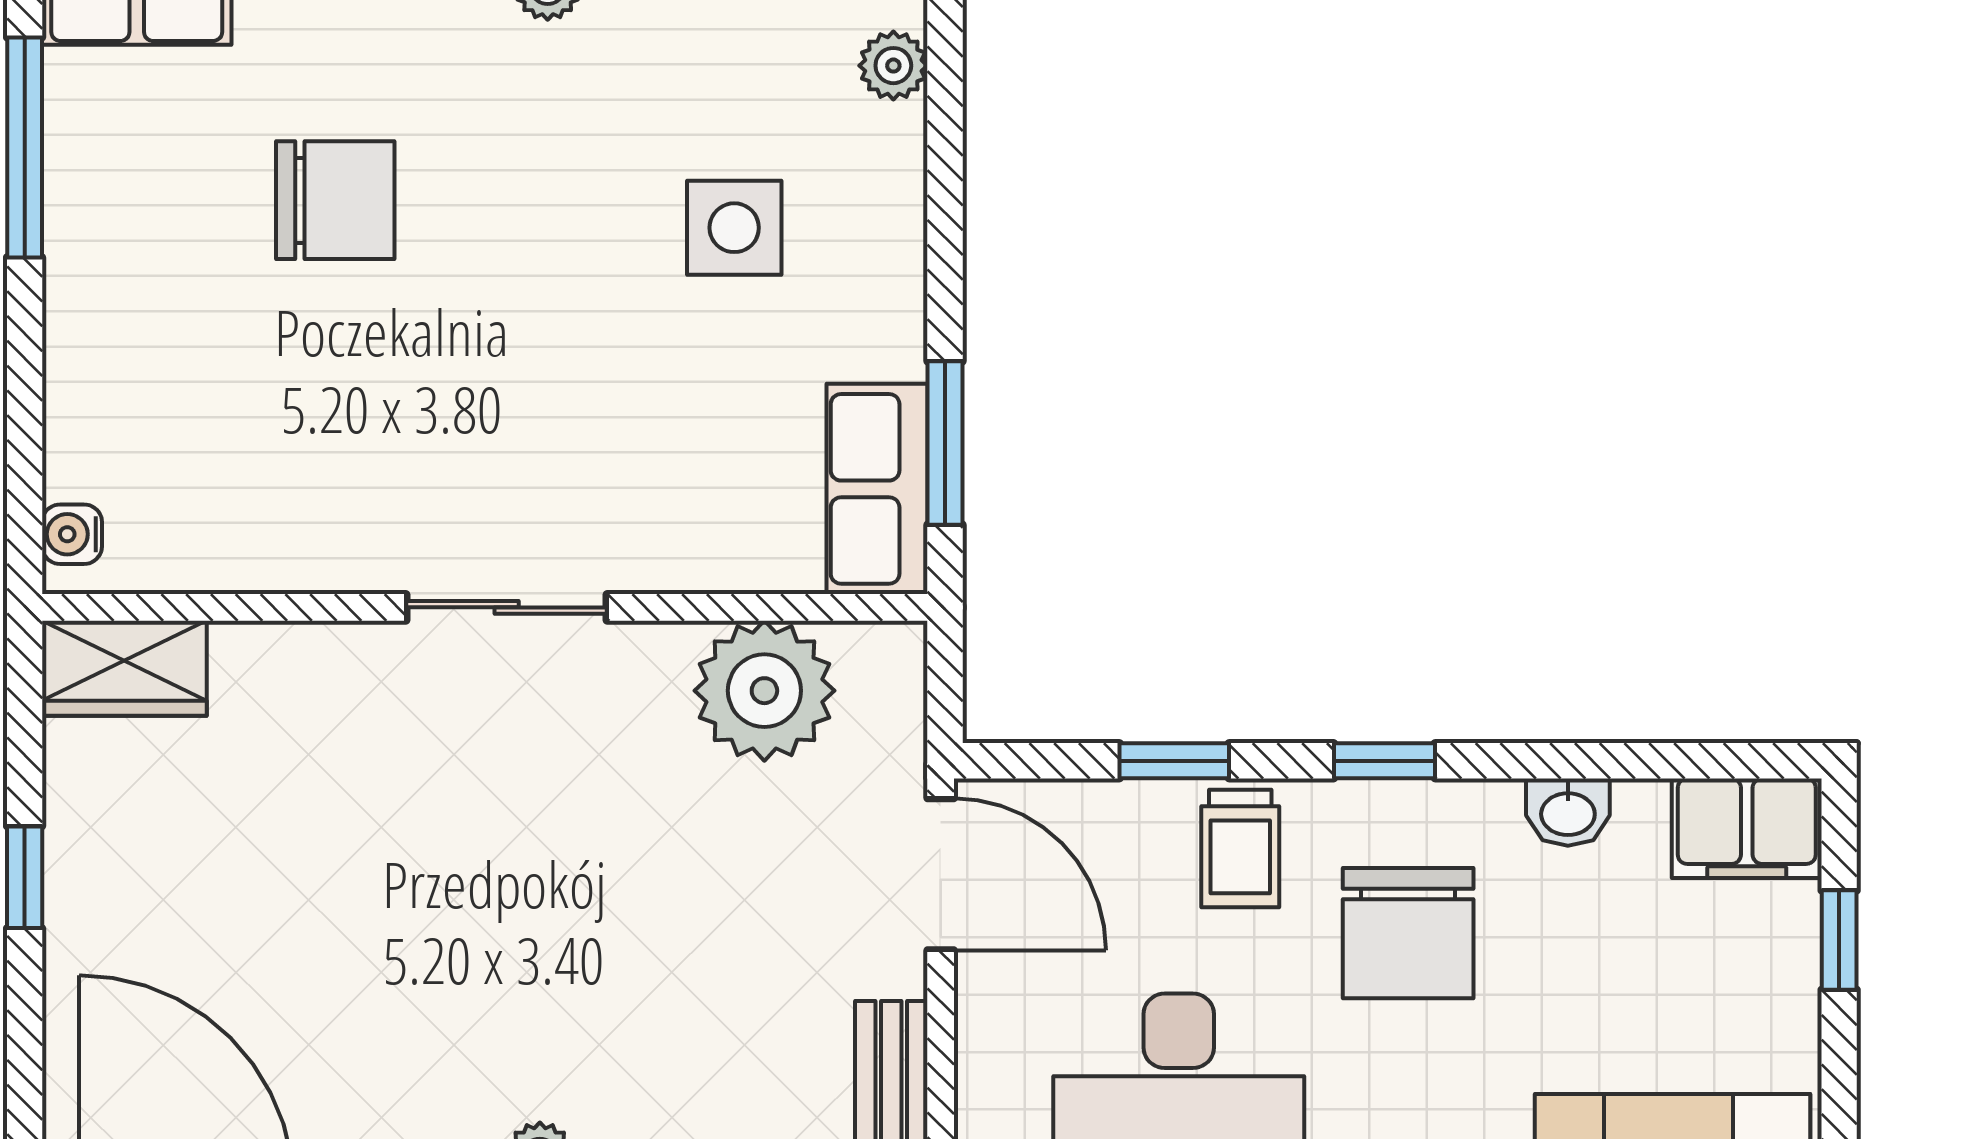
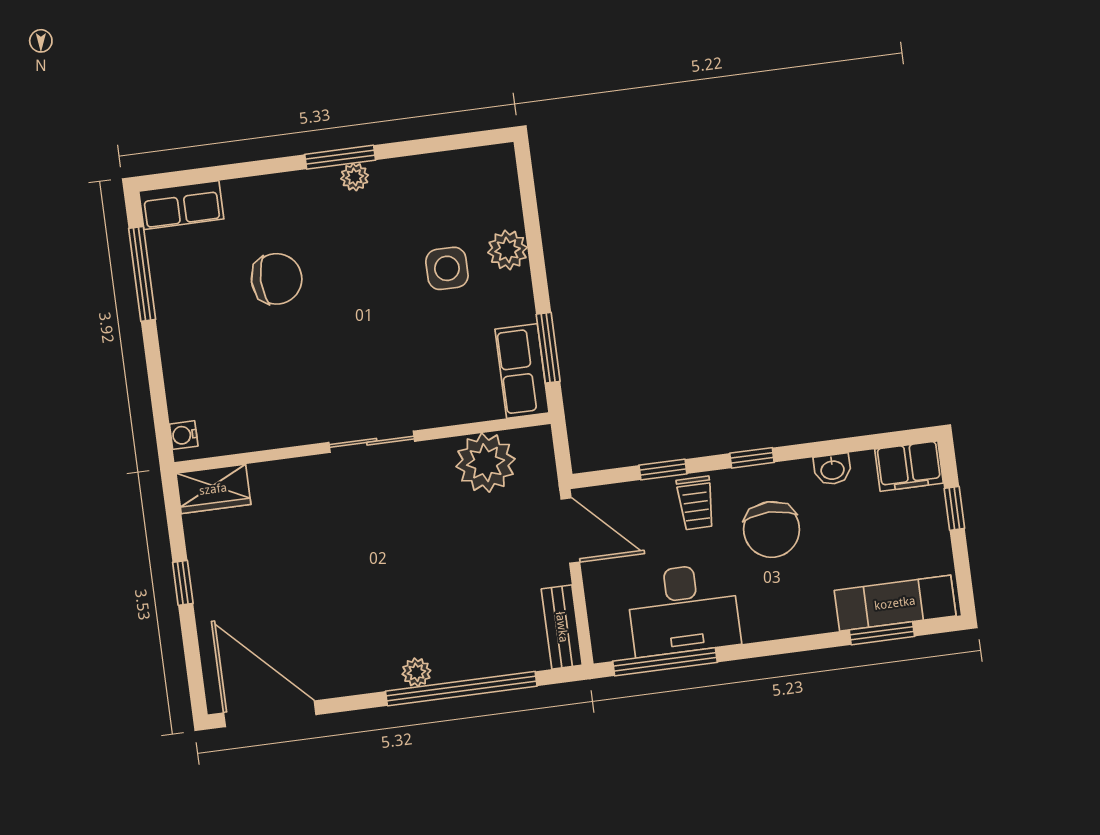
plant: (893, 66) -> (508, 250), moved, width x1.38, depth x1.38

